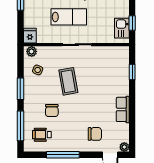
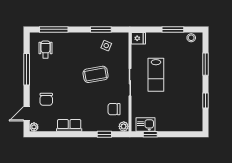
plant: (32, 51) -> (124, 126), moved
window: (20, 89) -> (101, 29), moved
chair: (52, 111) -> (114, 109), moved

